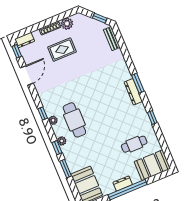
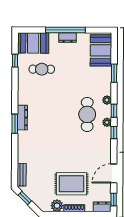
rug: (62, 50) -> (71, 184), width x1.36, depth x1.43
window: (152, 118) -> (15, 61), moved
window: (57, 148) -> (114, 111), moved

